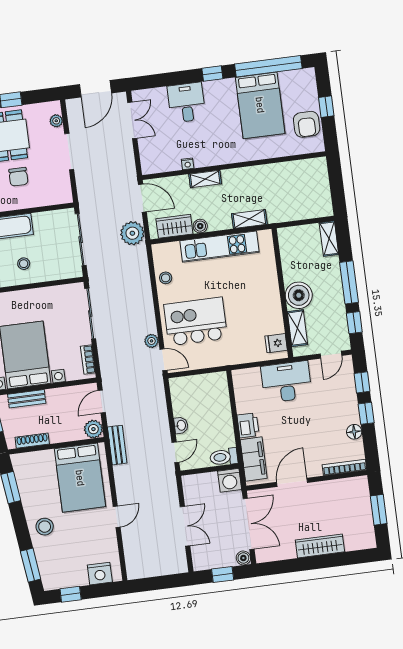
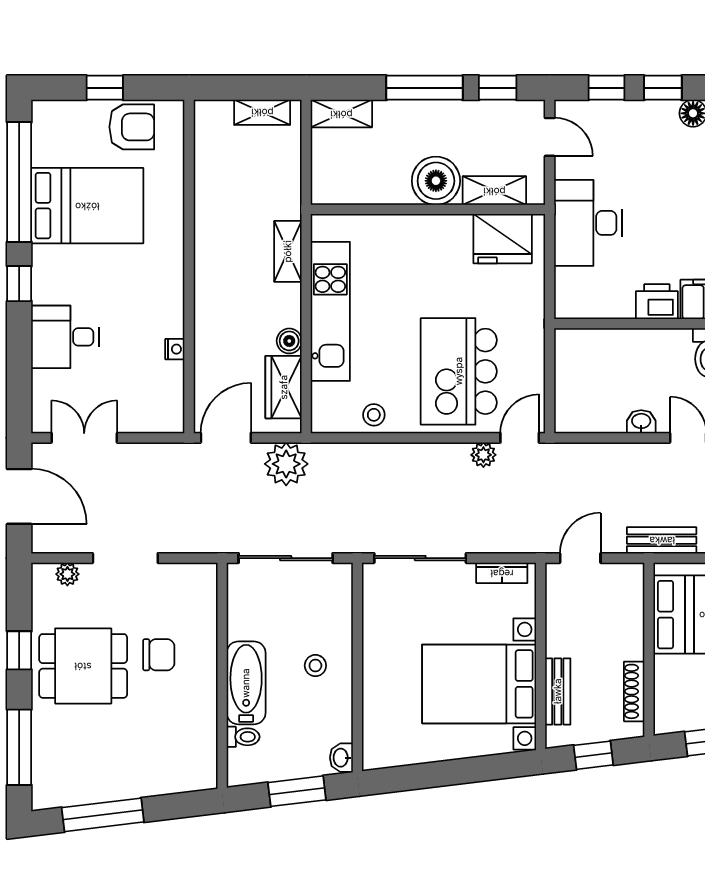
shelving: (205, 179) -> (262, 112), moved, turned 90
fridge: (276, 343) -> (503, 239), width x1.88, depth x1.34
door: (102, 402) -> (580, 558), swing flipped
plant: (93, 429) -> (628, 579), removed

